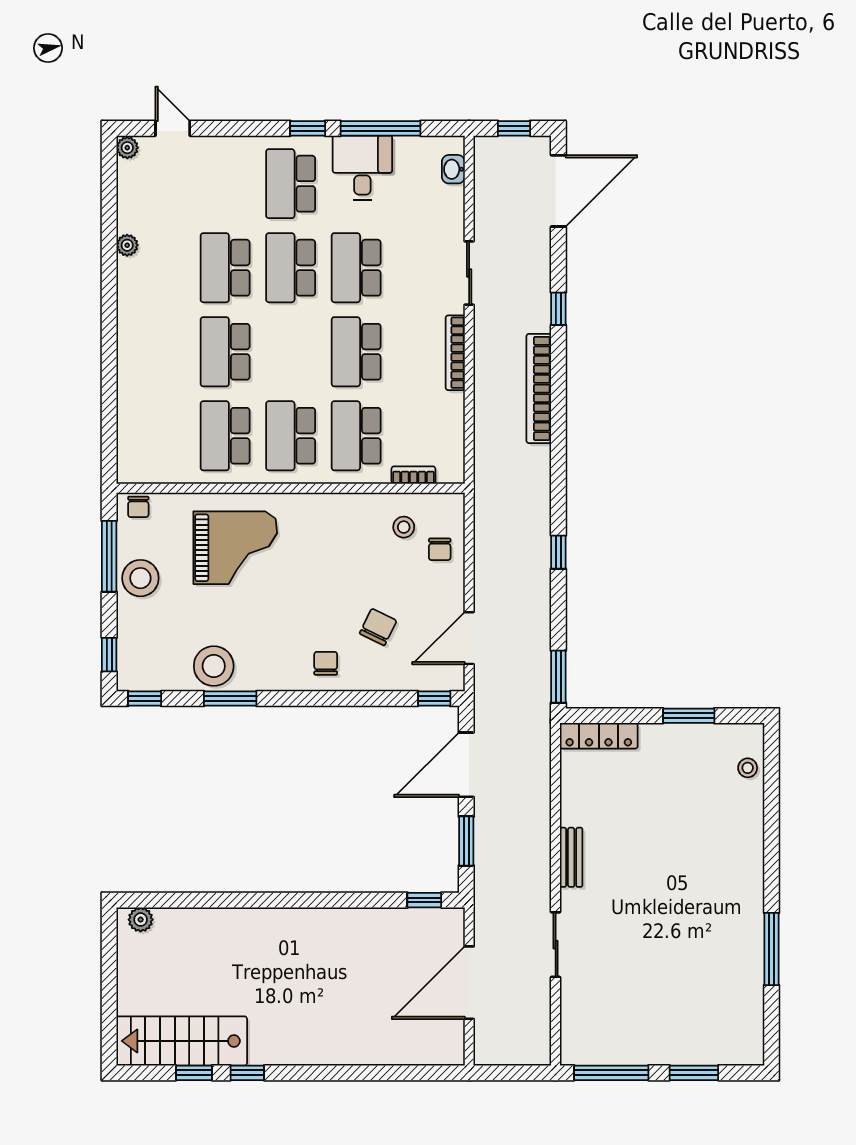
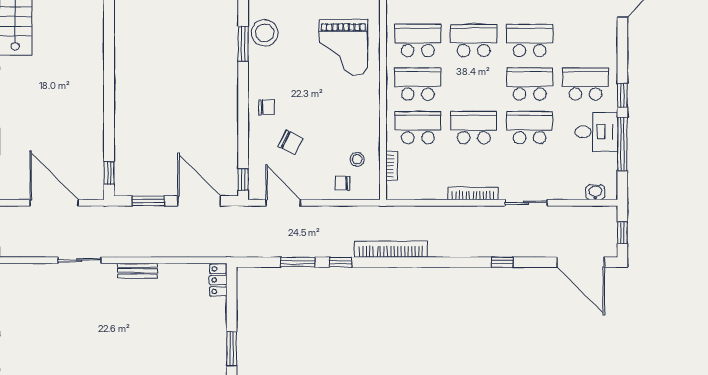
bookcase: (539, 389) -> (391, 249), moved
window: (558, 677) -> (298, 262), moved
locker: (599, 736) -> (218, 280), width x0.66

